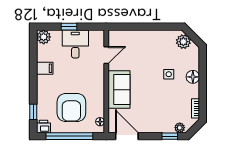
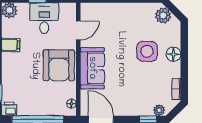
side table: (169, 74) -> (147, 51), width x1.87, depth x1.87
armchair: (71, 108) -> (59, 65), moved

